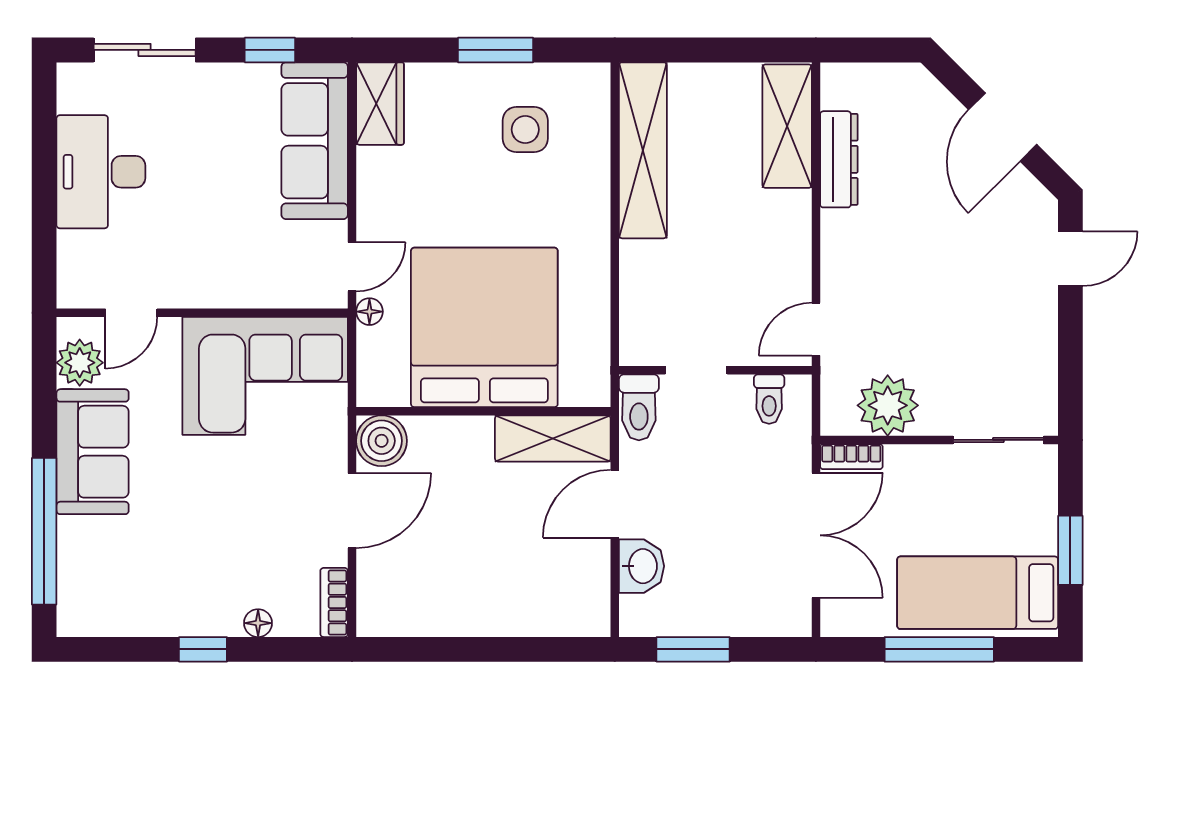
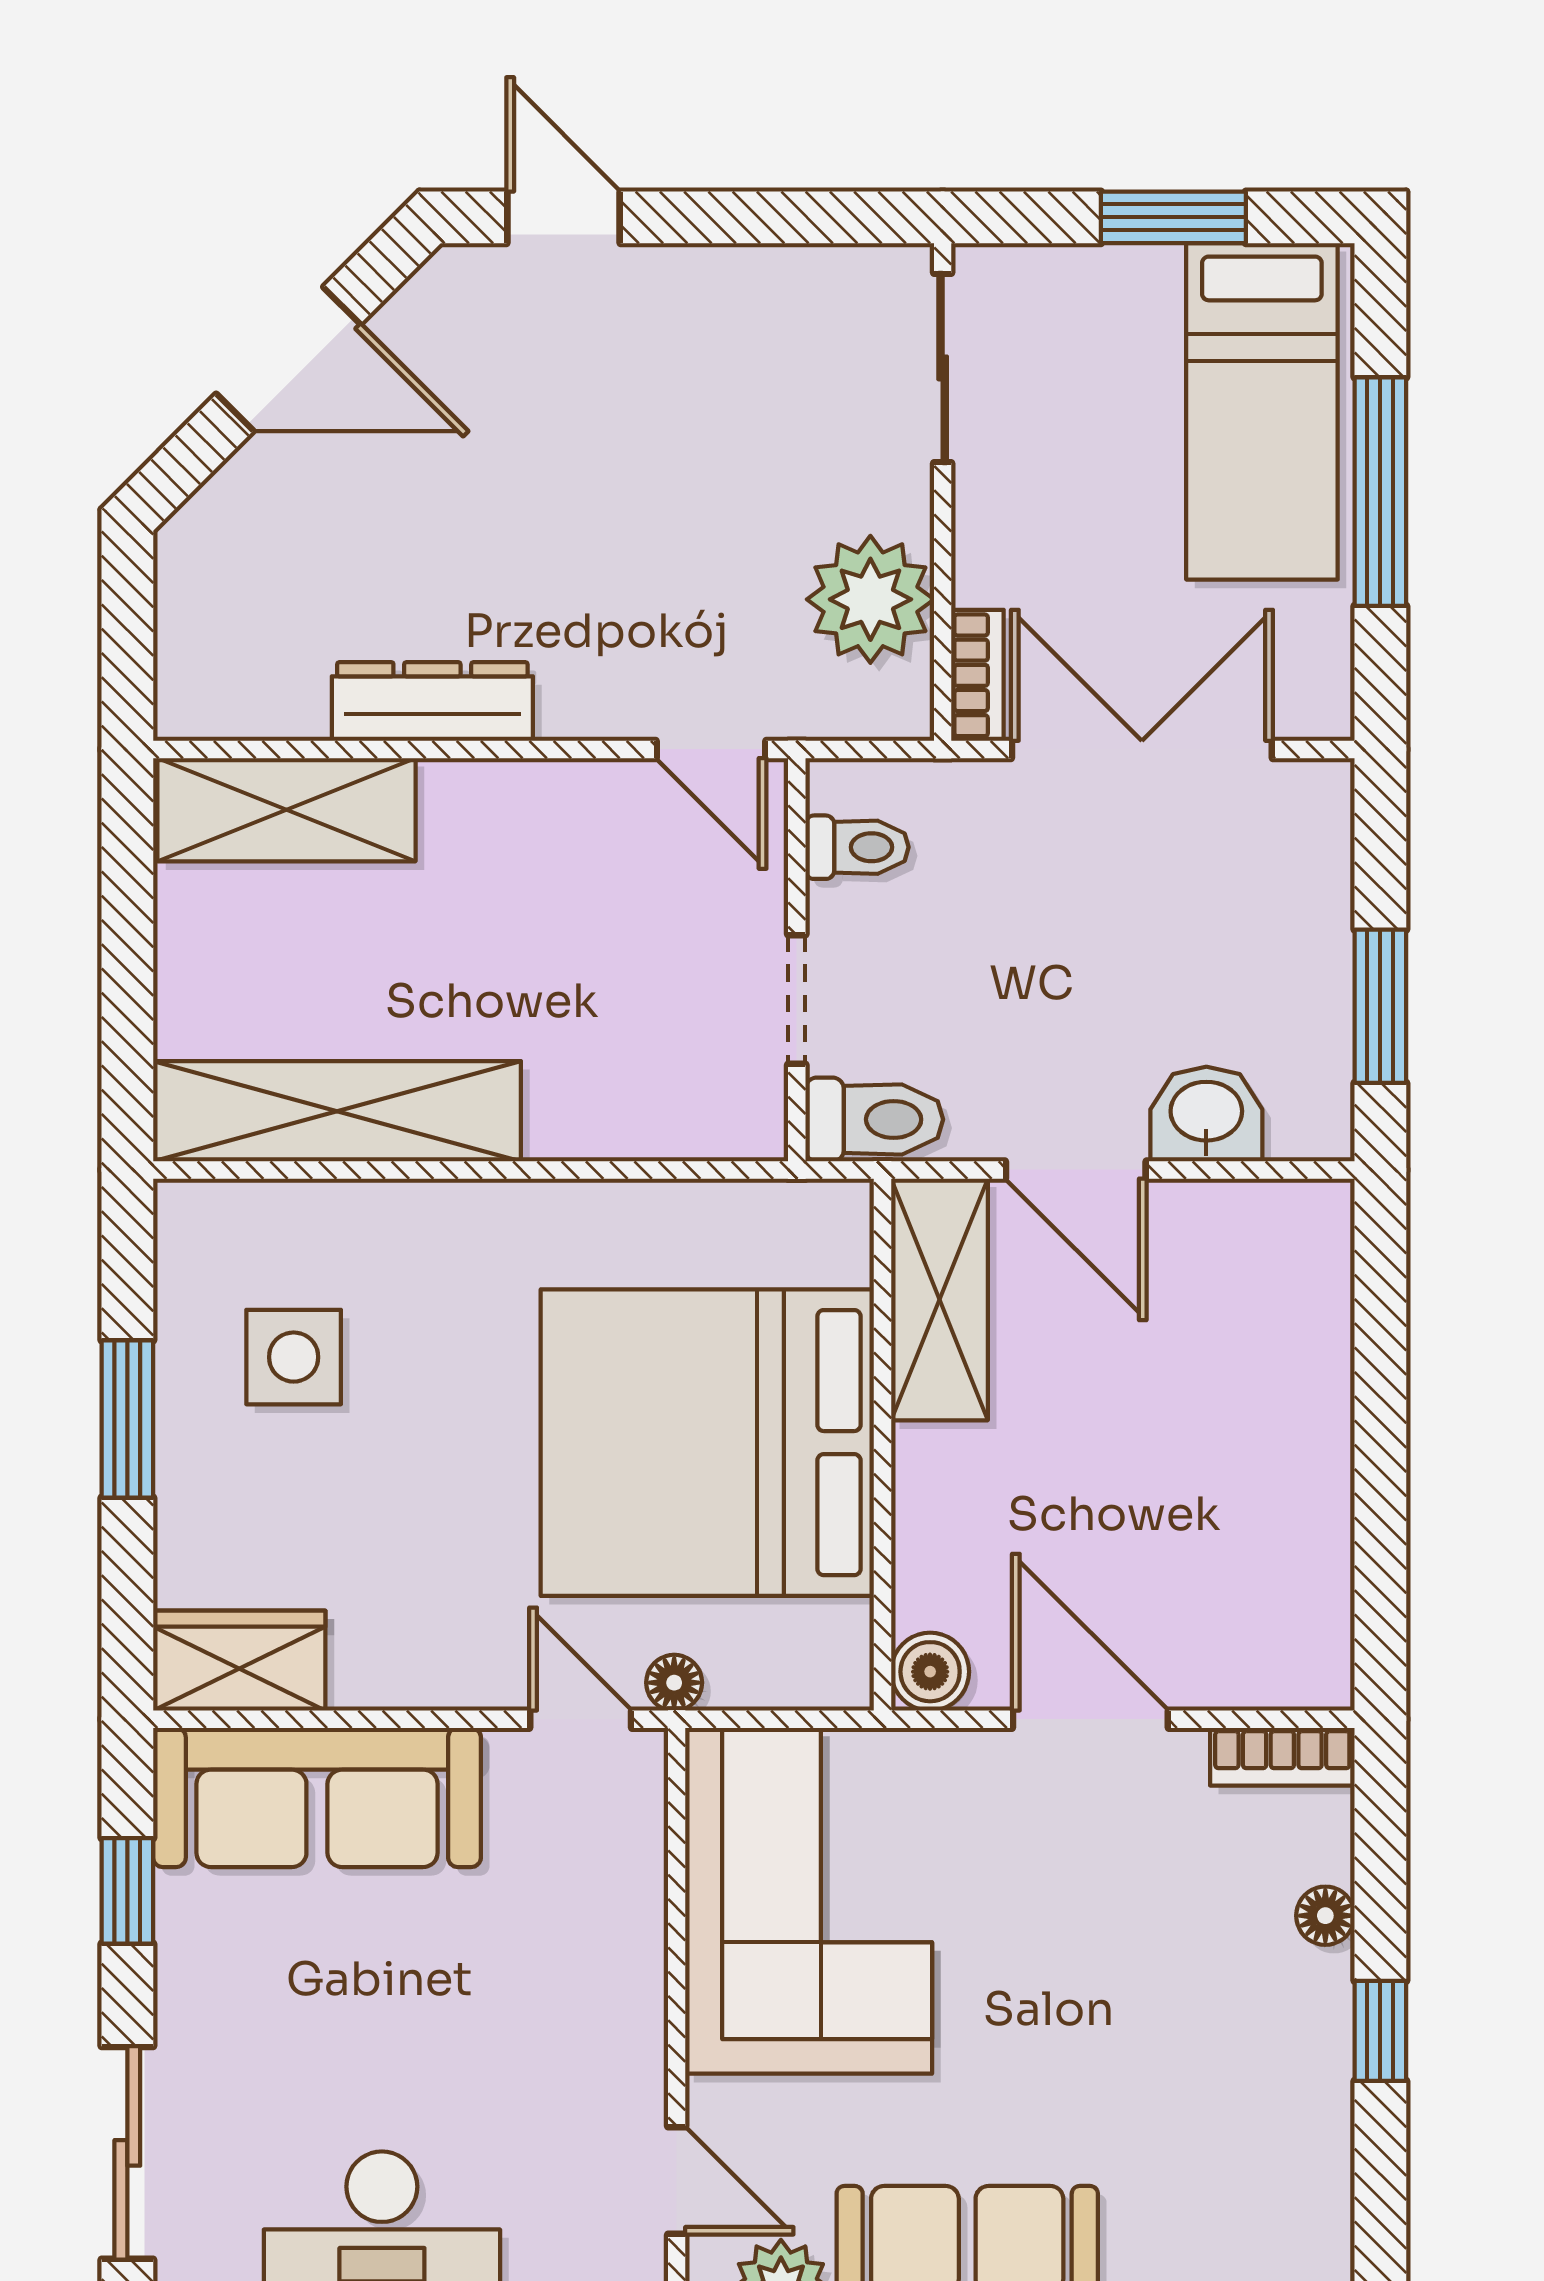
dresser: (839, 159) -> (432, 702), moved
boiler: (382, 441) -> (930, 1672), width x0.73, depth x0.73

